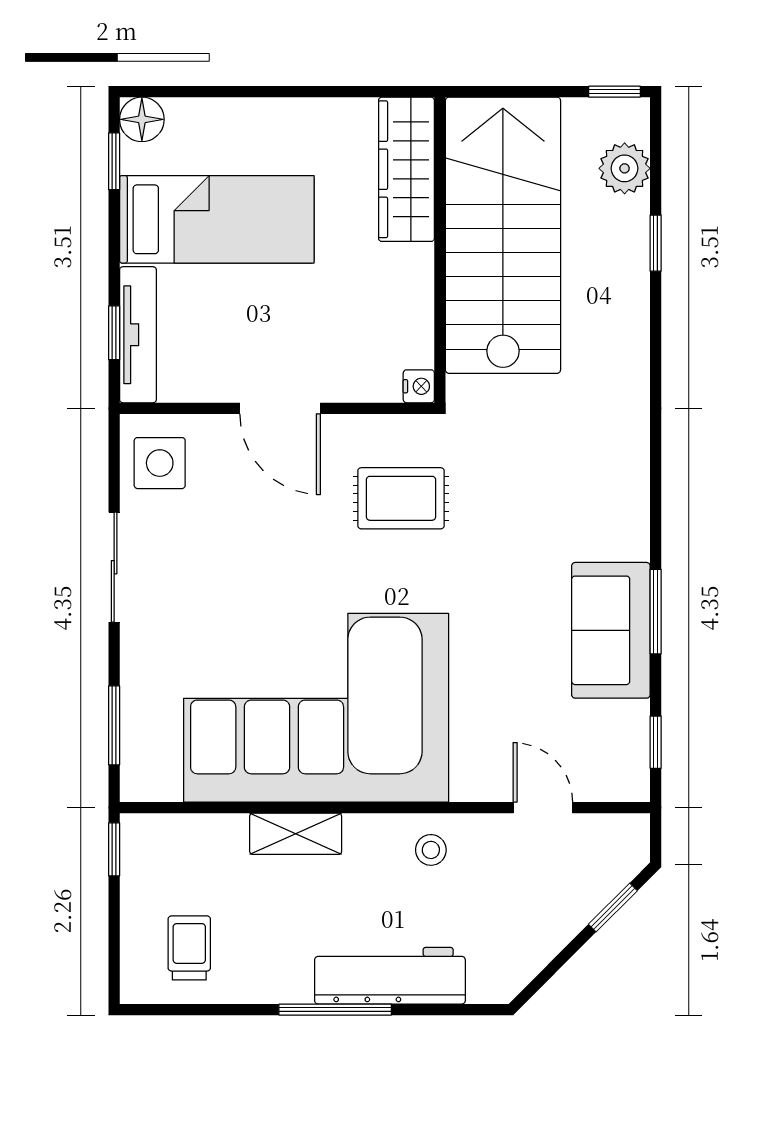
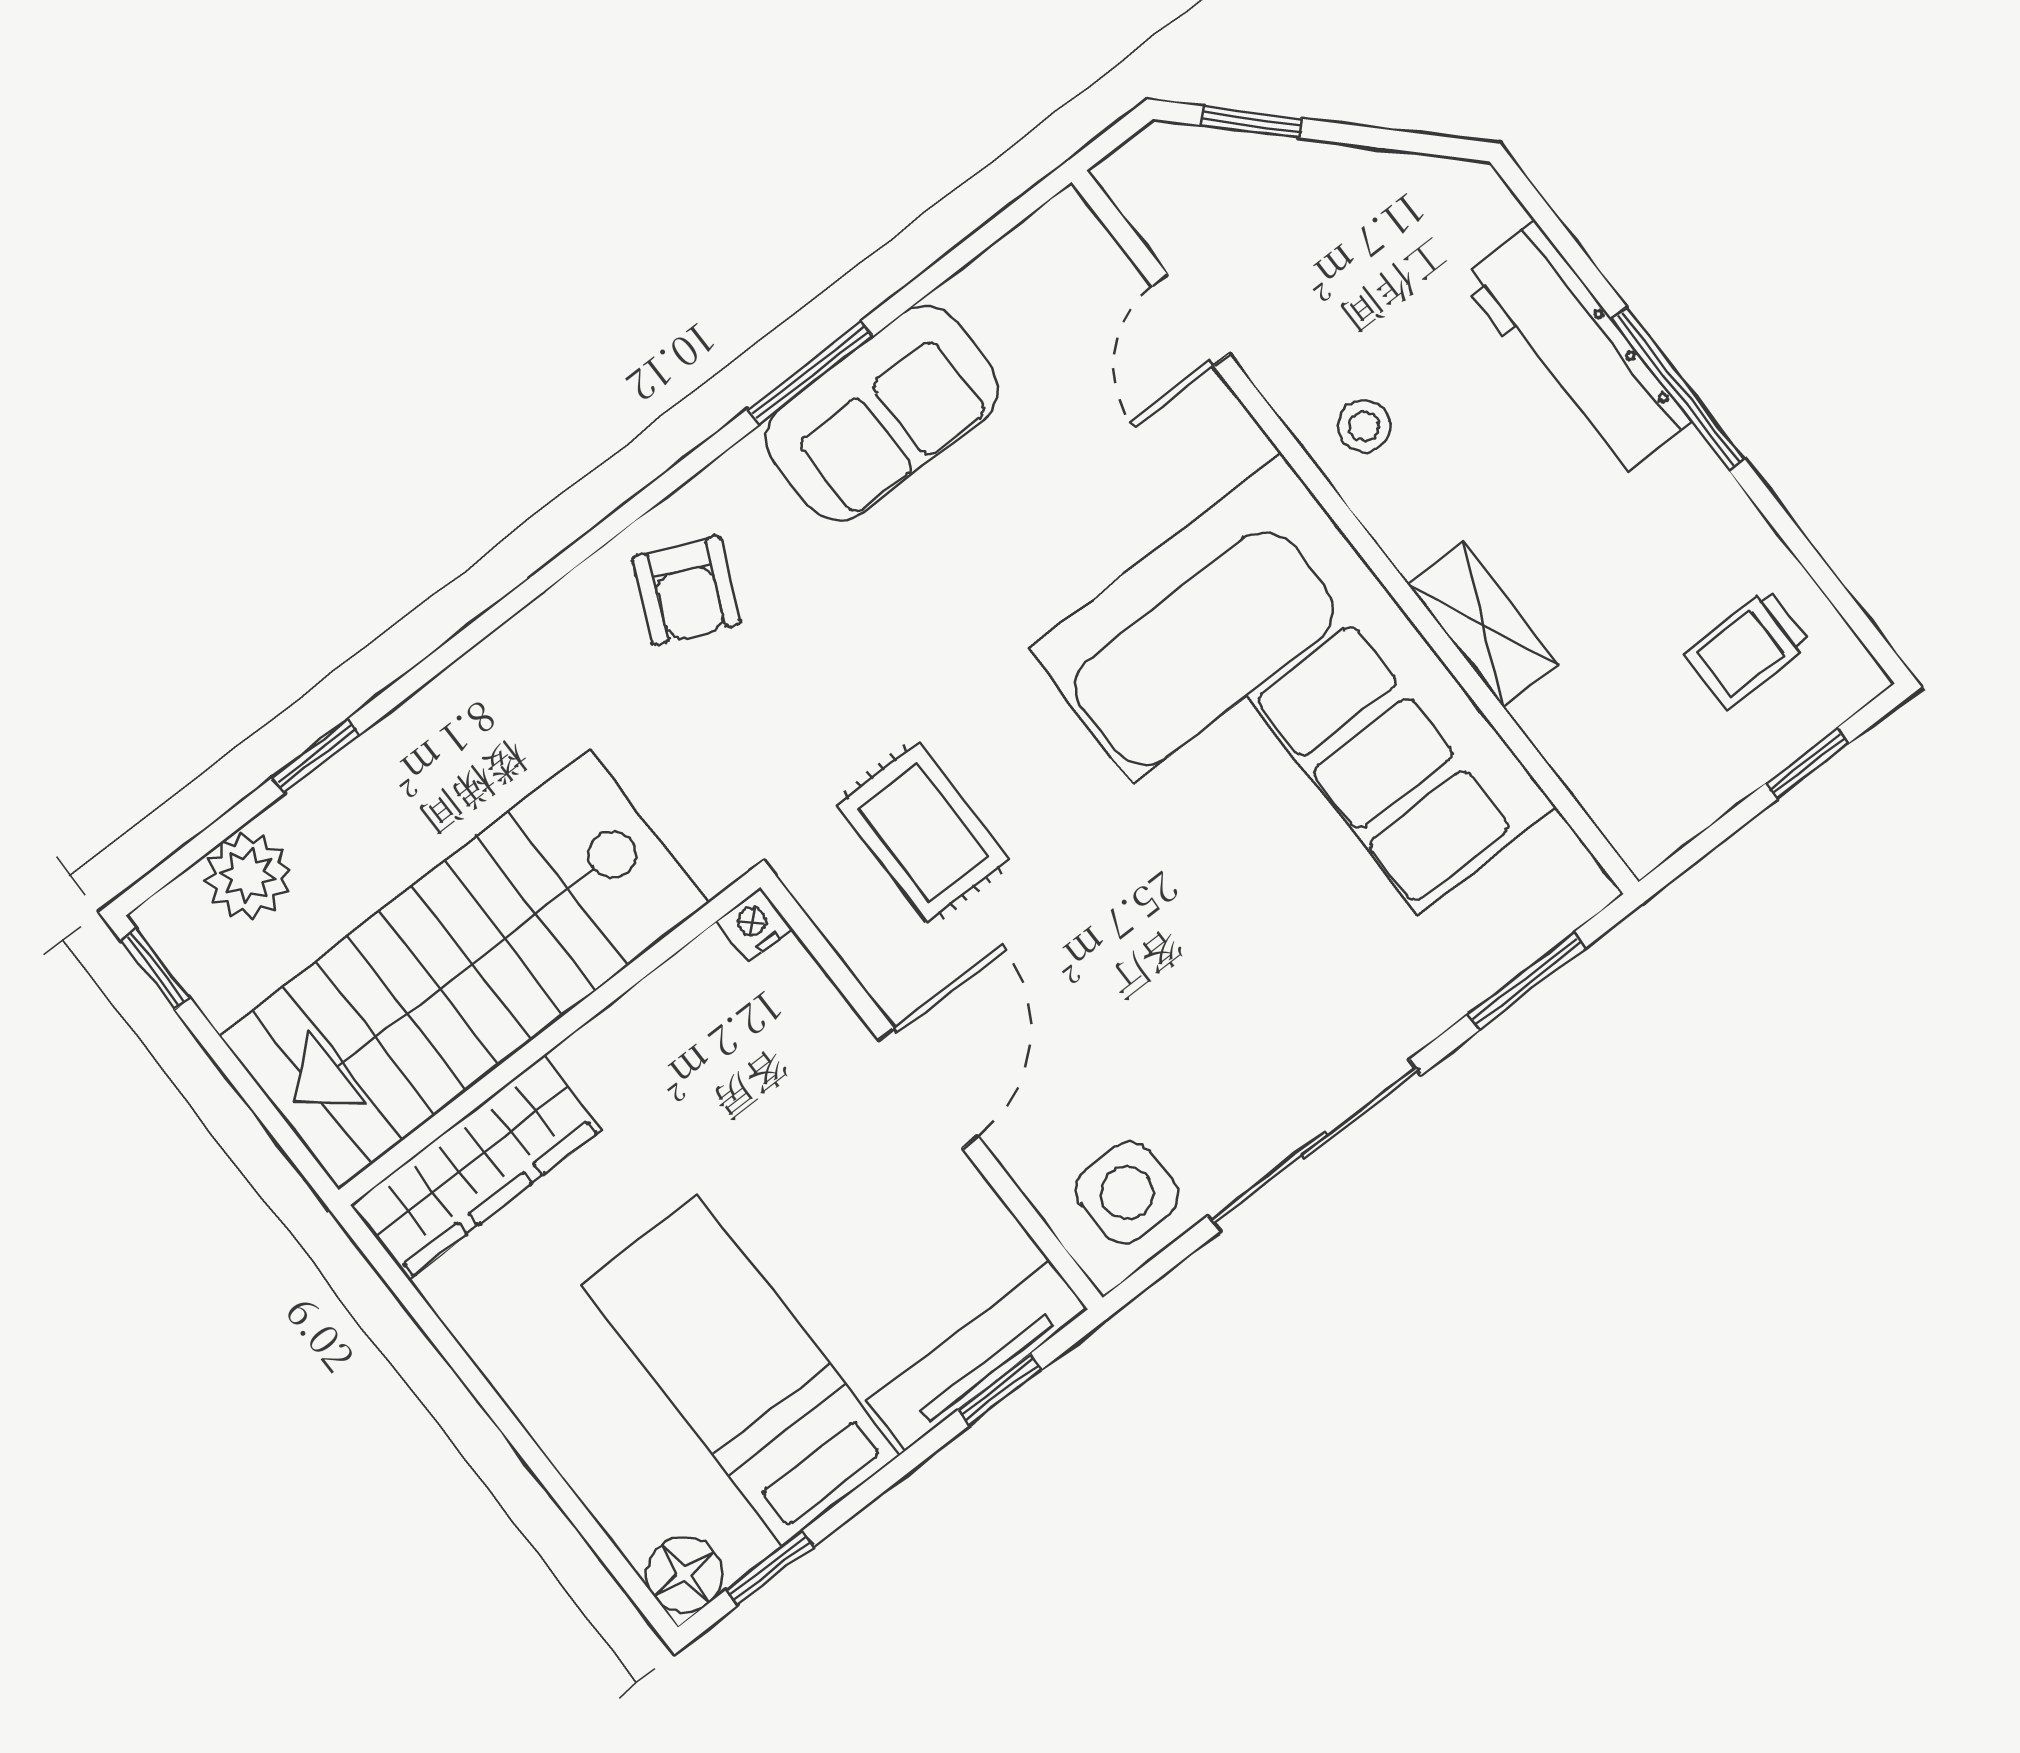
armchair: (599, 476) -> (687, 590), added
sliding door: (114, 567) -> (1314, 1146), width x1.37
window: (656, 742) -> (986, 237), removed
window: (114, 849) -> (1808, 763), moved

